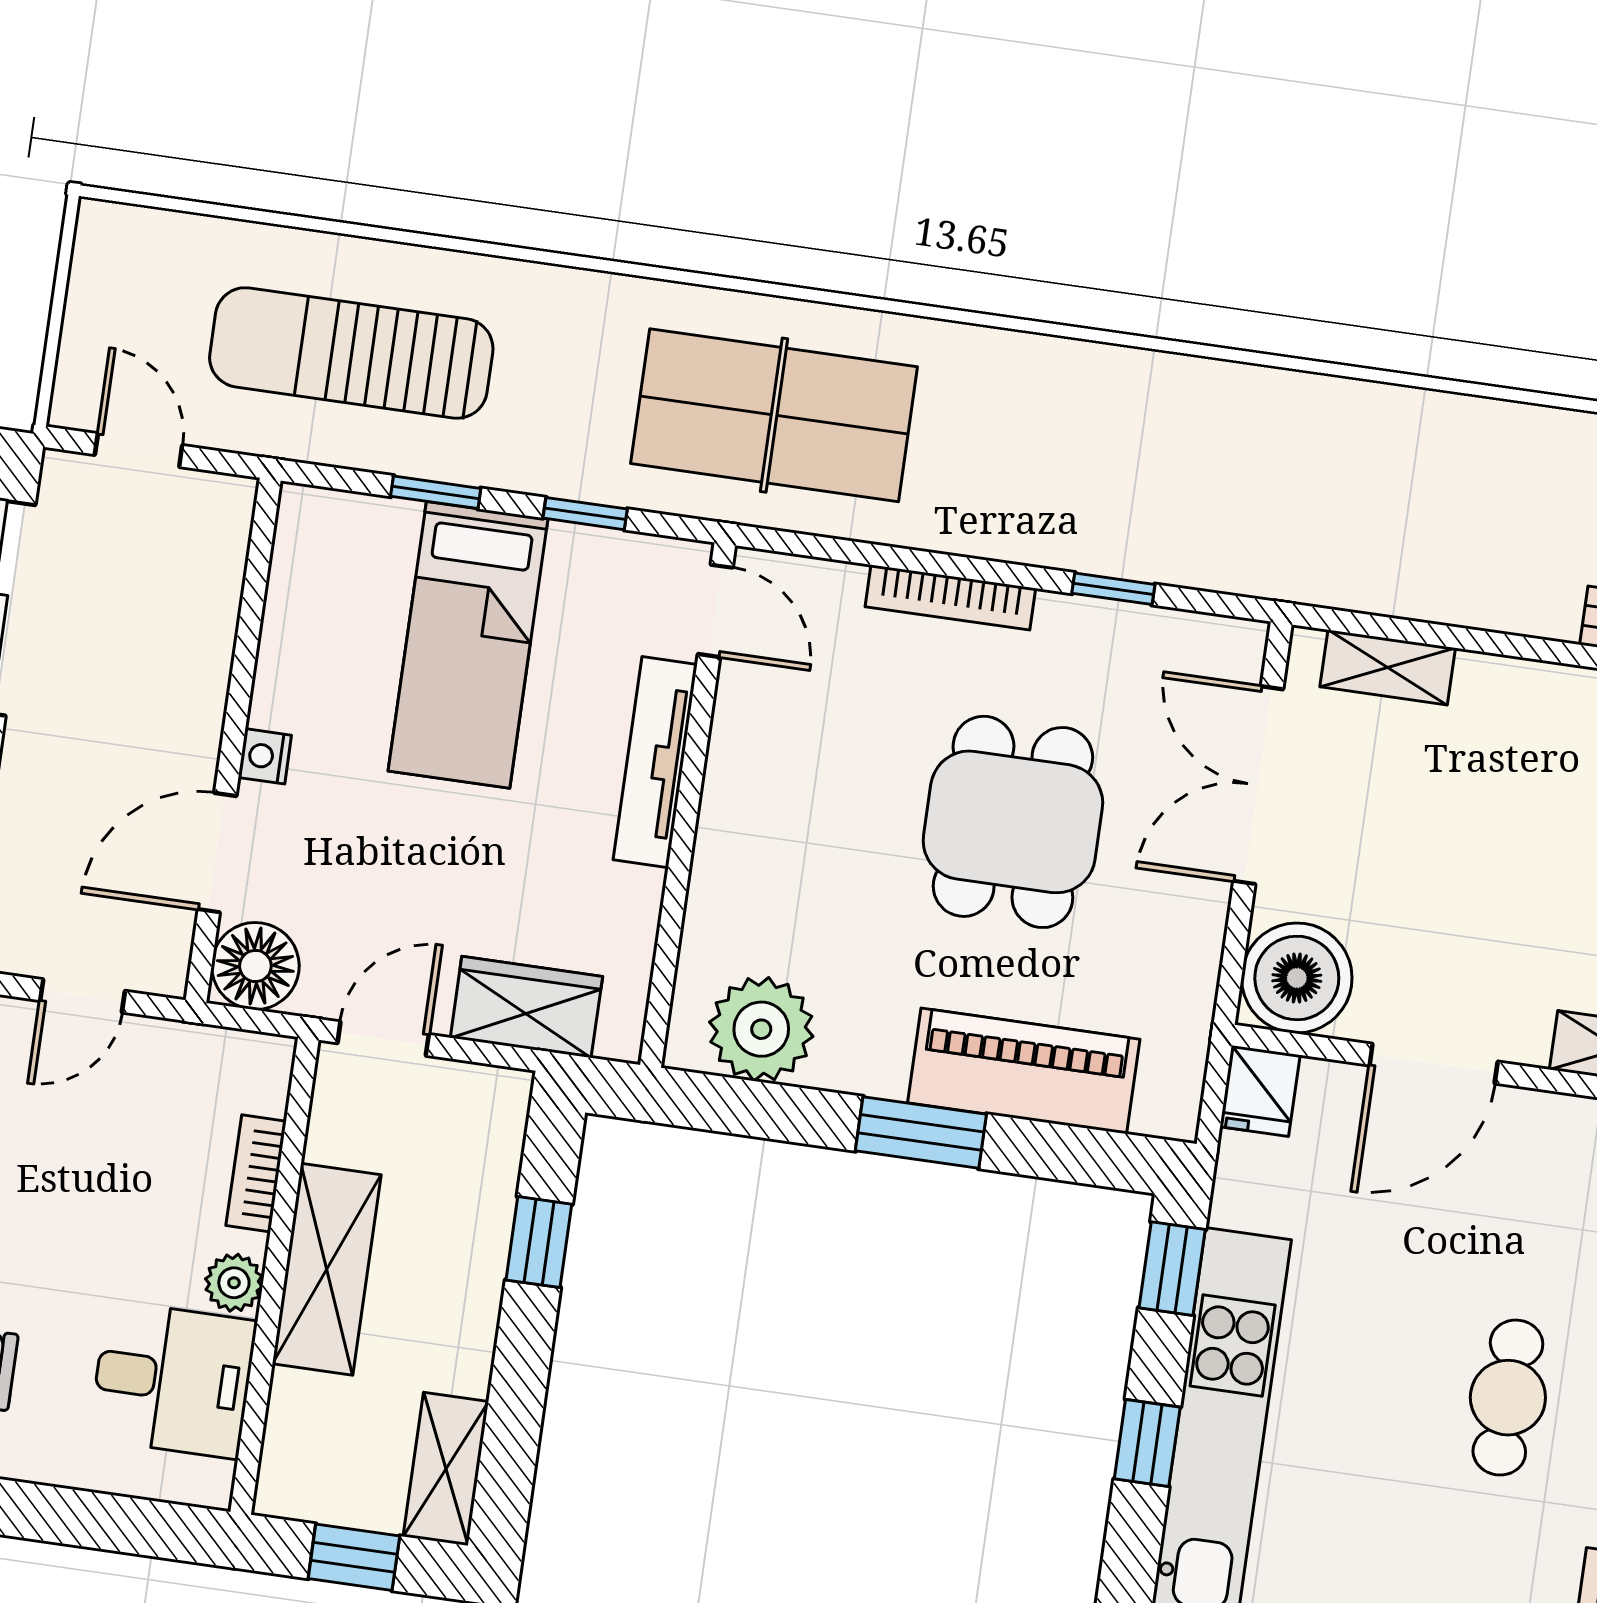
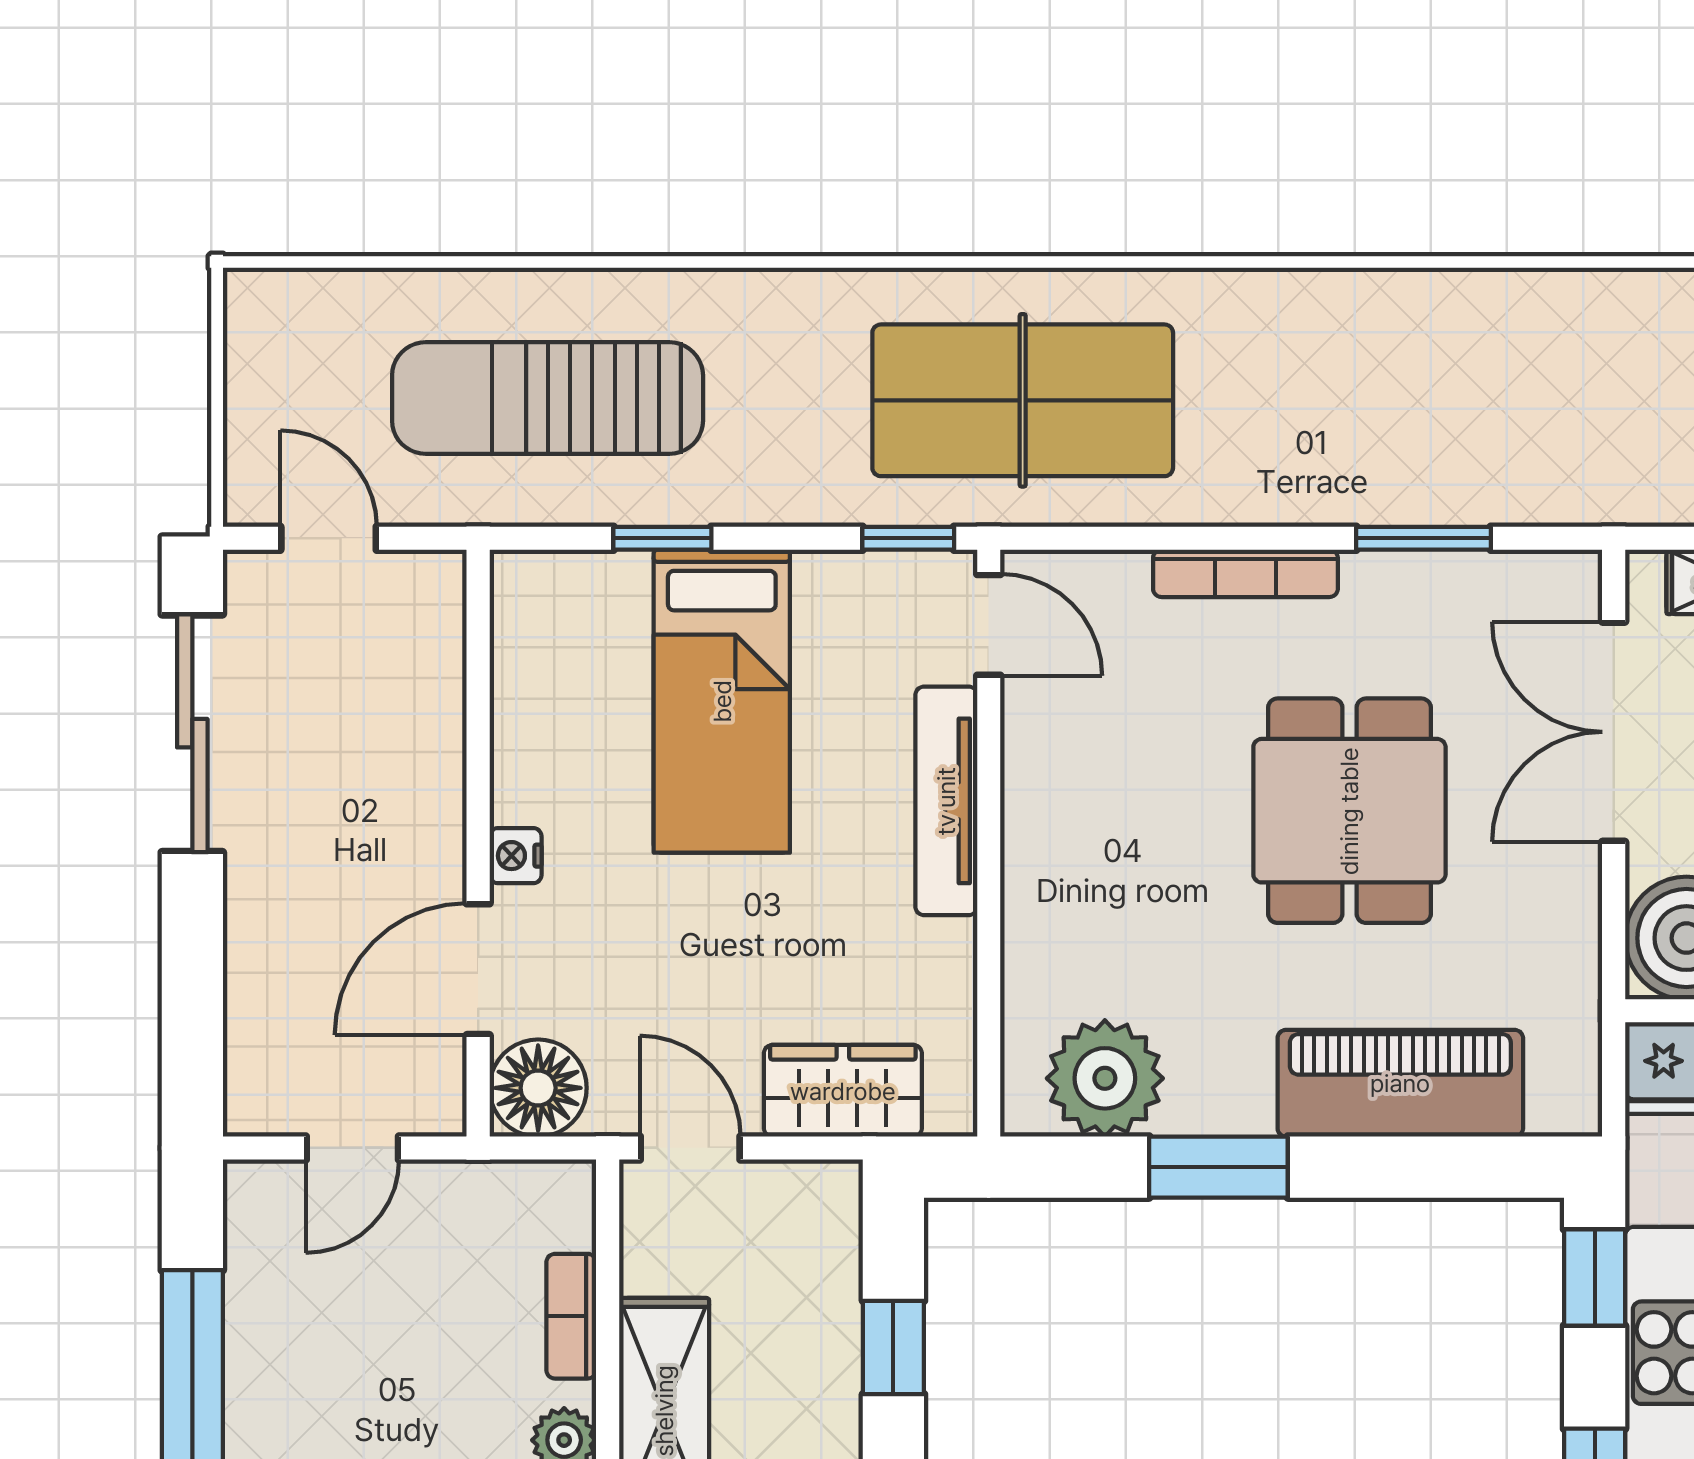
window: (585, 514) -> (908, 538), moved
window: (1113, 589) -> (1424, 538), width x1.50
door: (383, 1039) -> (690, 1148), hinge flipped
window: (921, 1133) -> (1218, 1167), moved

